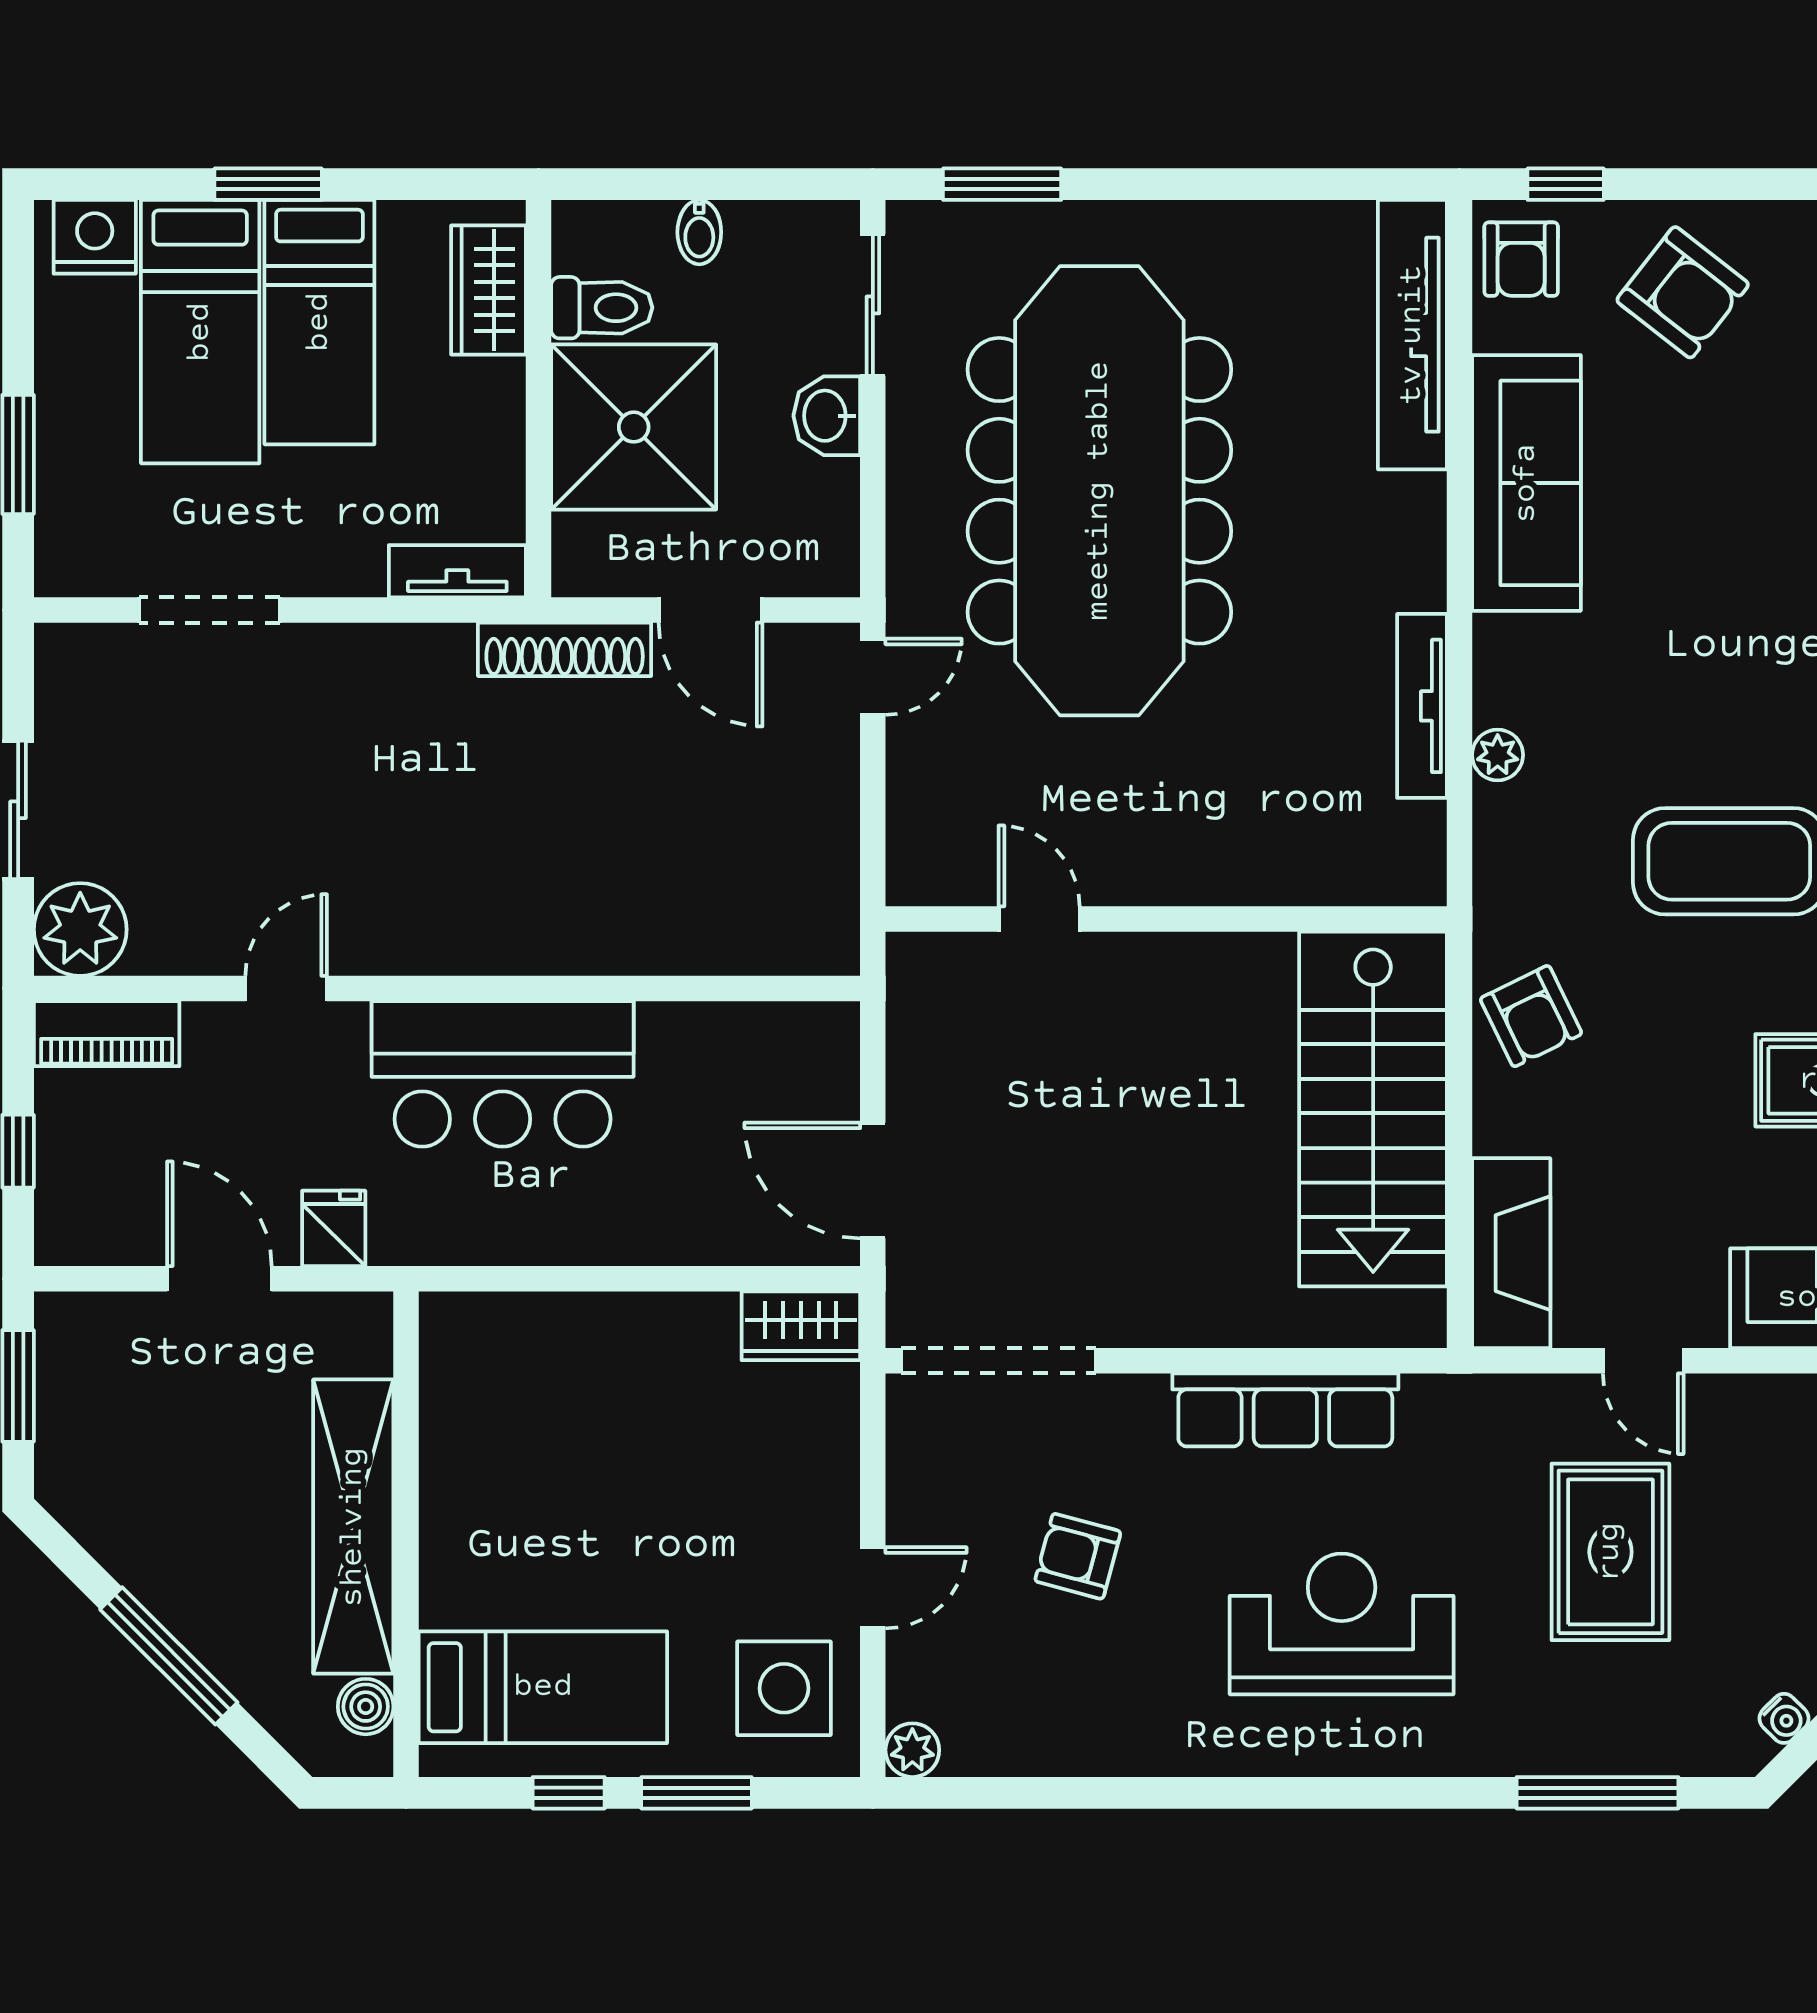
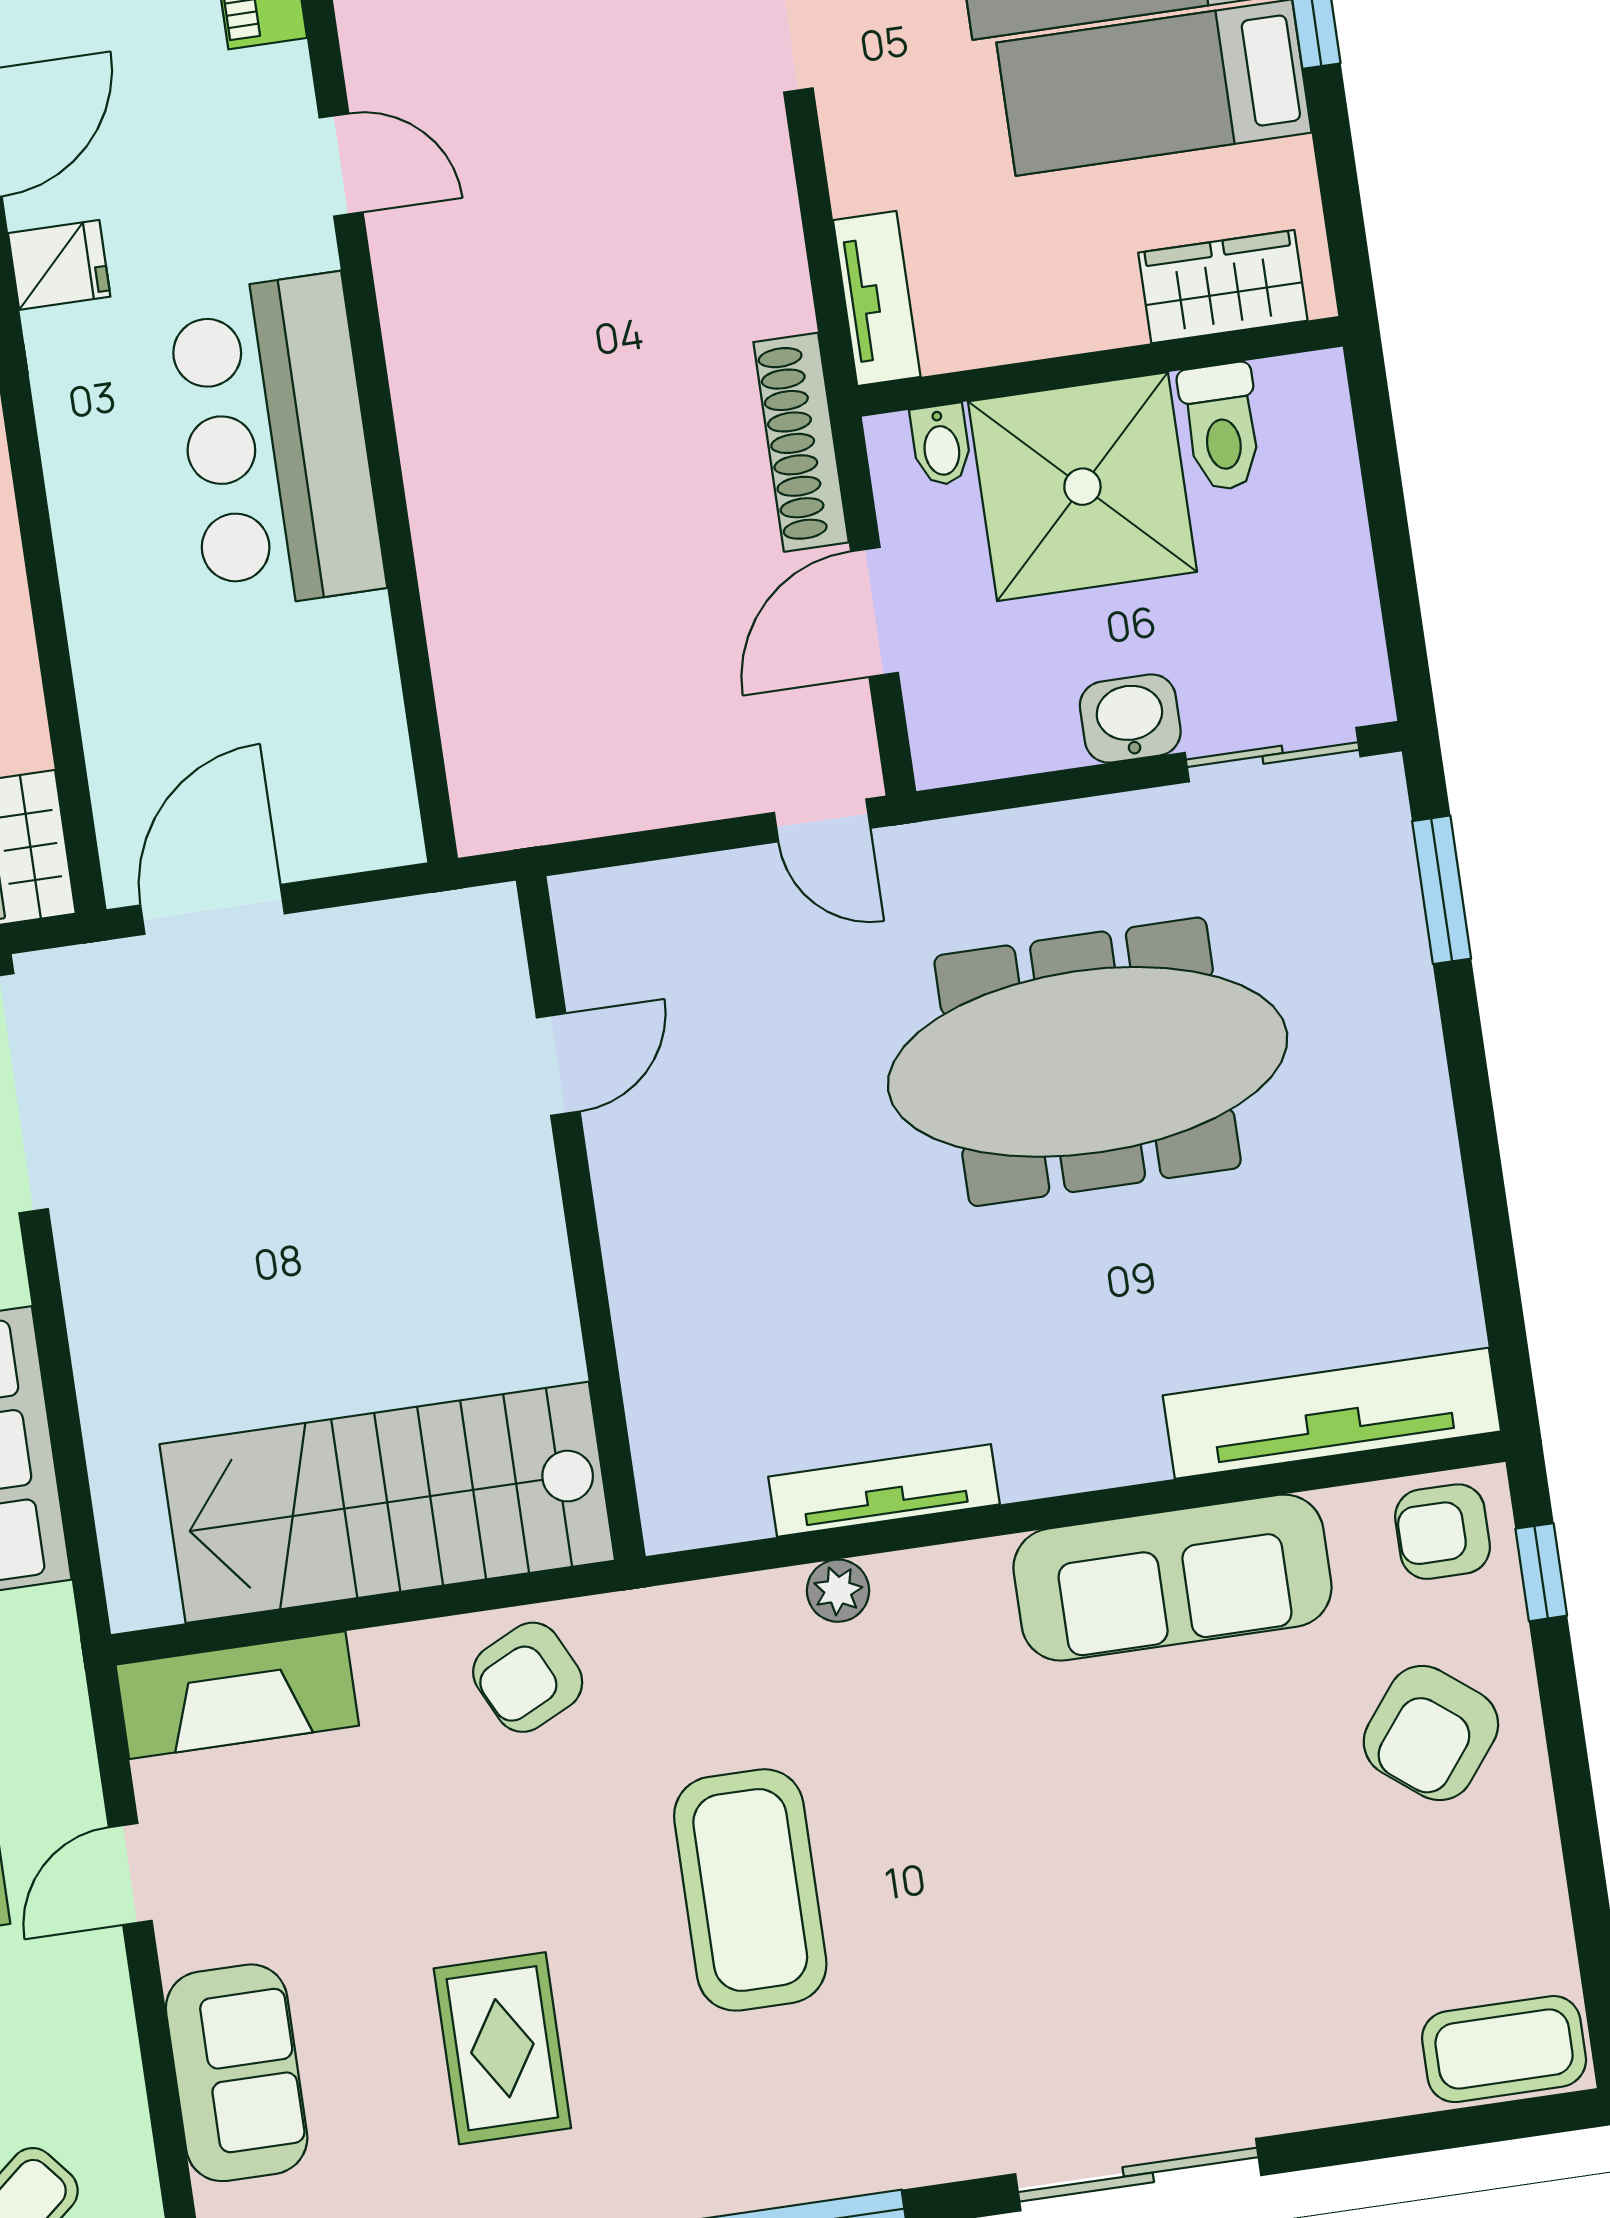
bidet: (699, 232) -> (941, 445), moved, turned -90
meeting table: (1099, 491) -> (1088, 1062), width x0.73, depth x0.79

